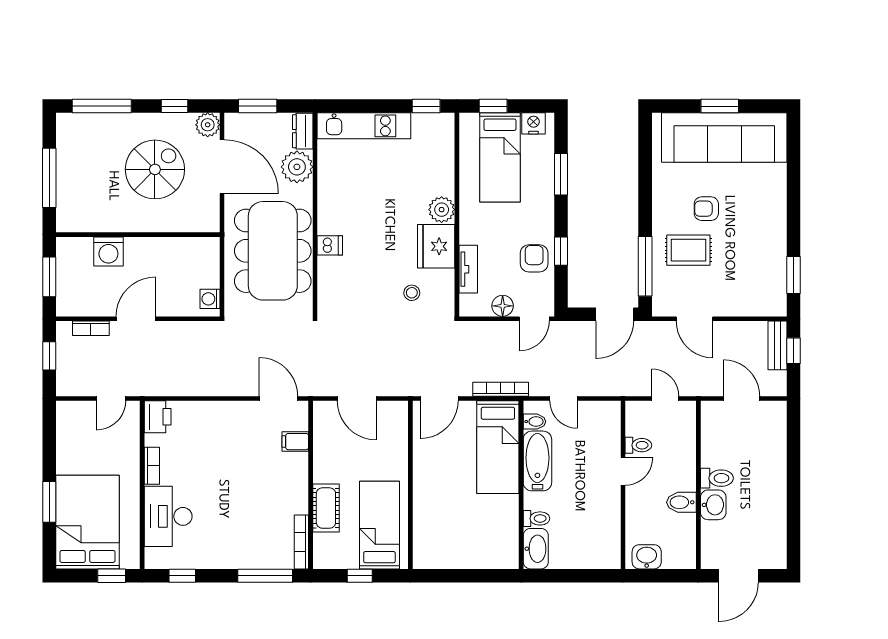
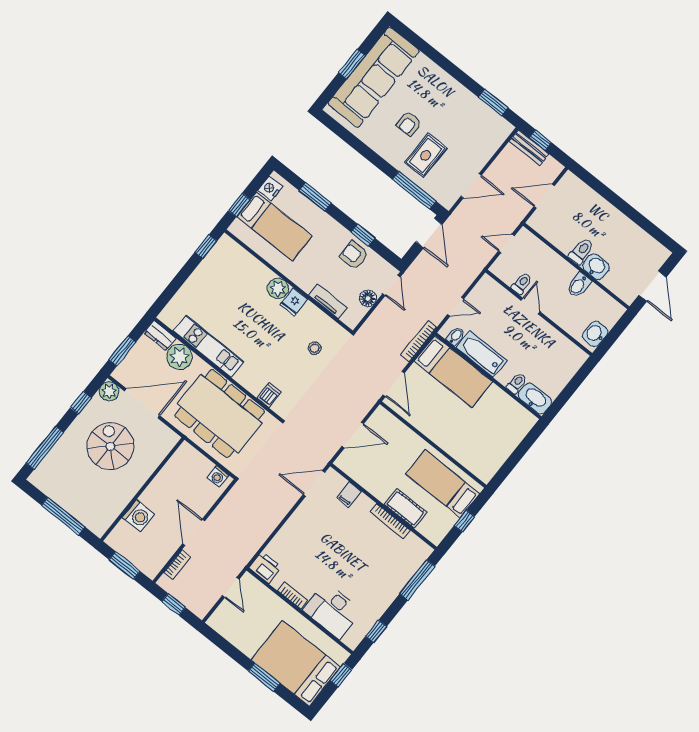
kitchen unit: (364, 126) -> (209, 346), moved, turned -90
dishwasher: (330, 245) -> (269, 395), moved
fridge: (436, 246) -> (294, 302), width x0.53, depth x0.75
bookcase: (301, 542) -> (390, 521), moved

